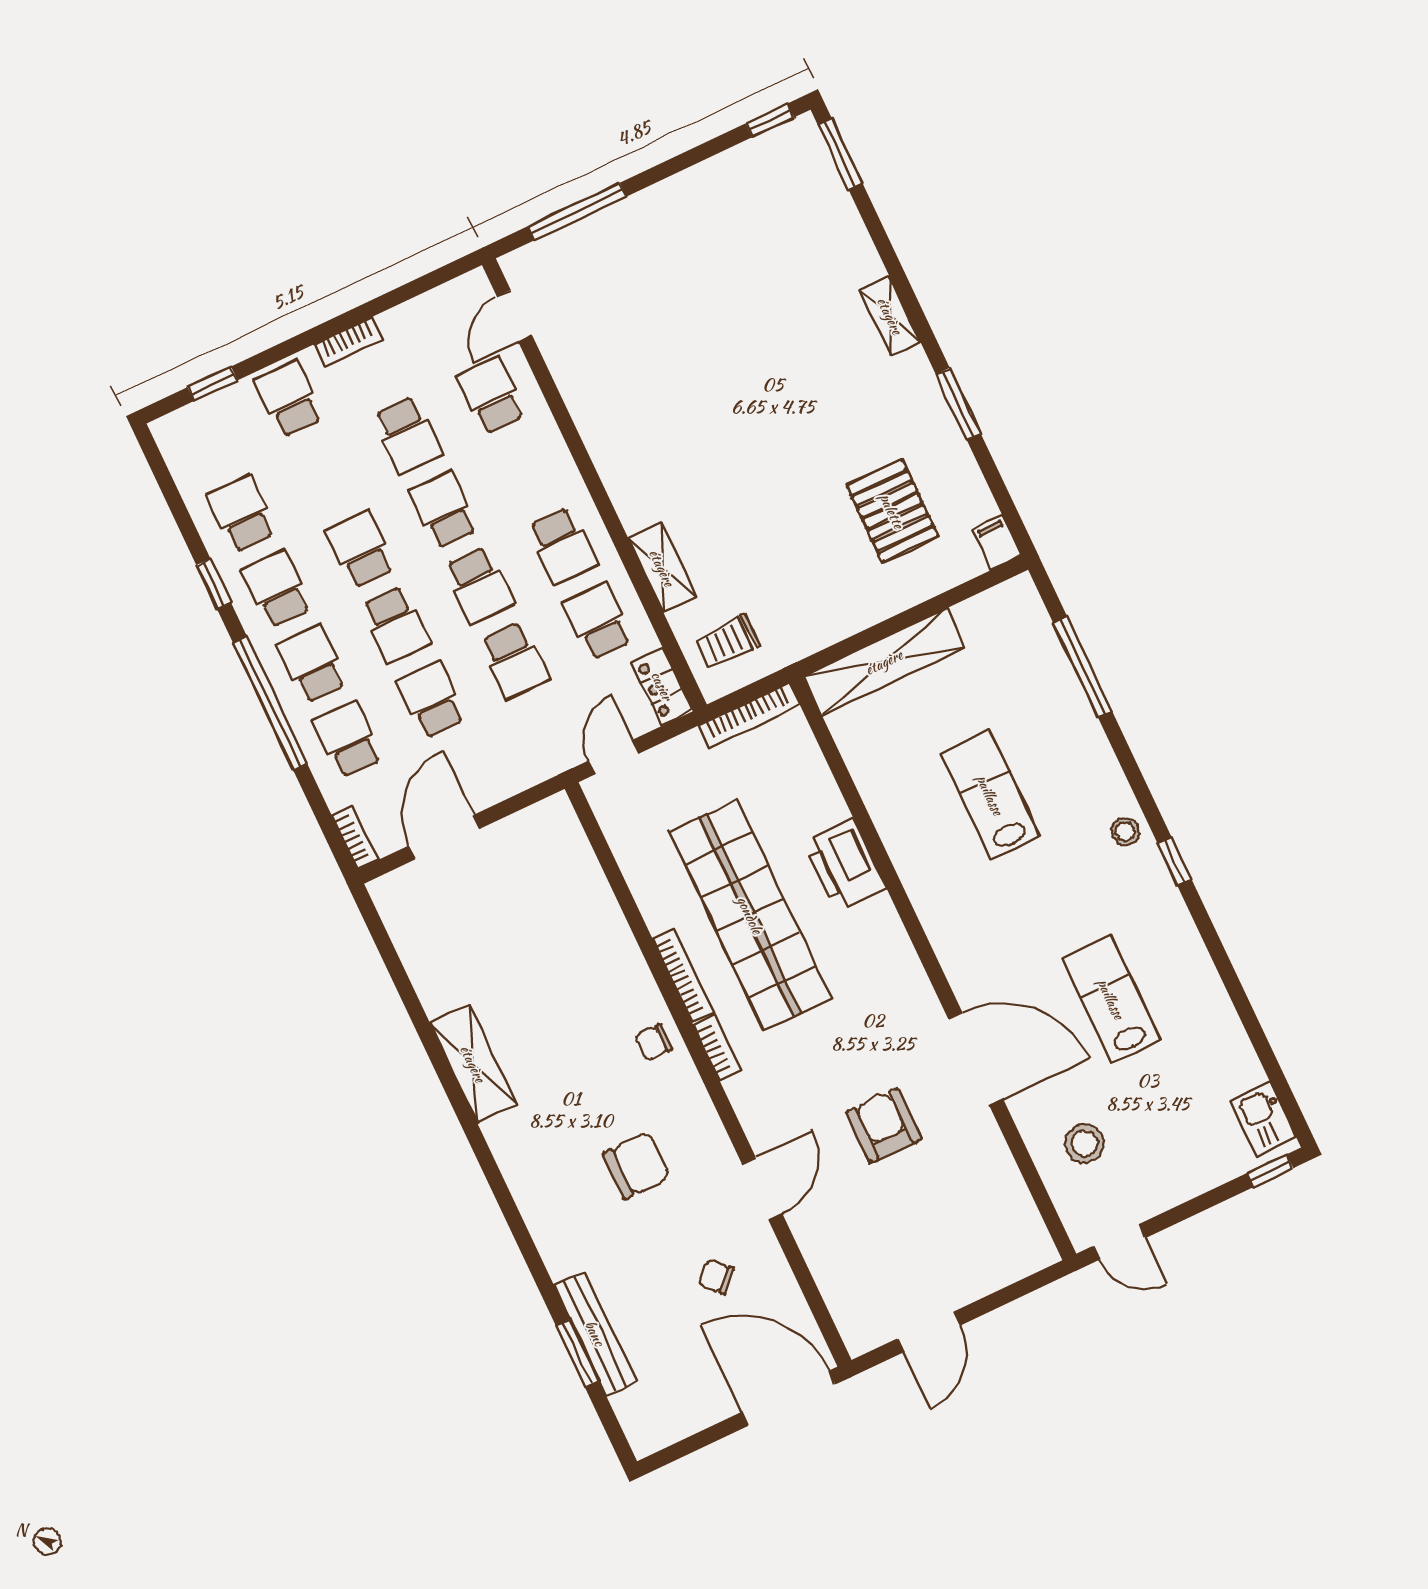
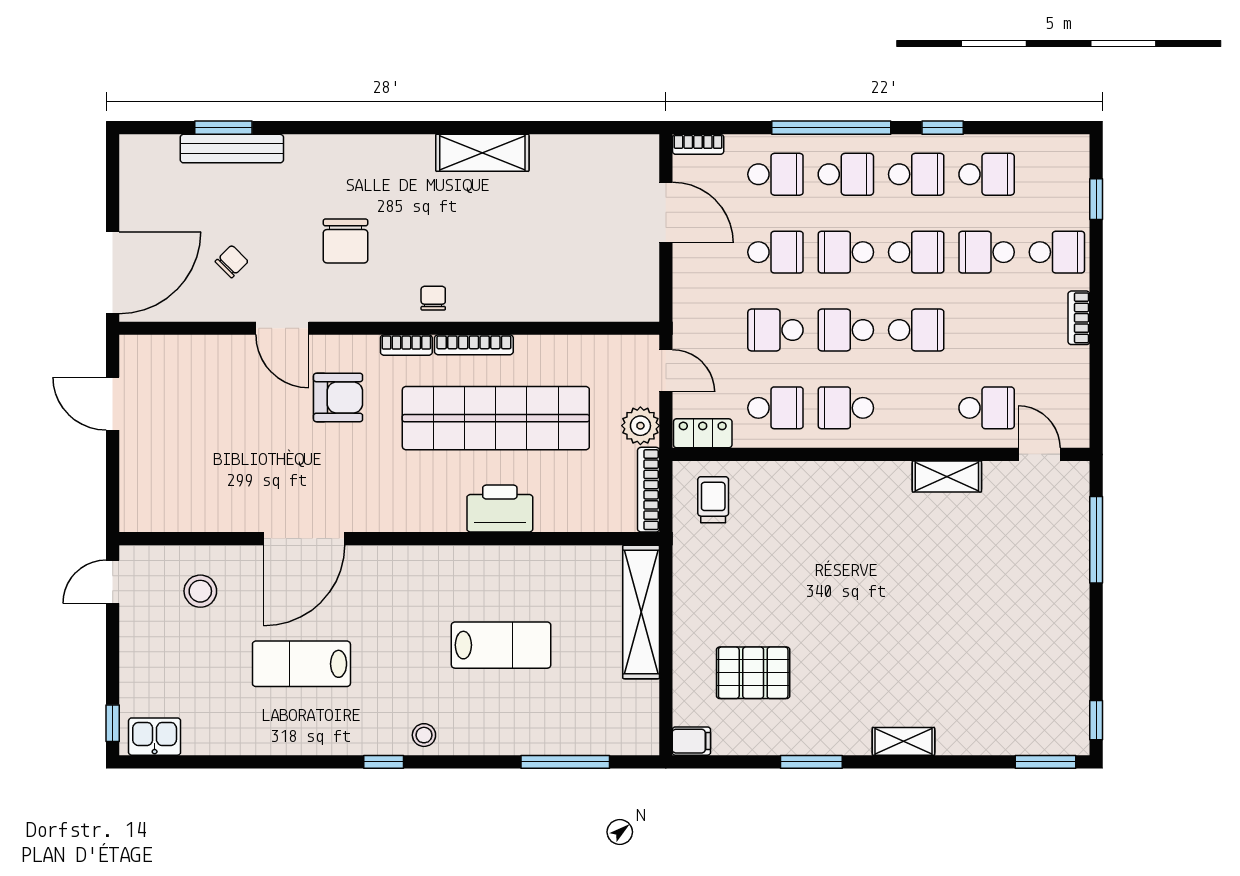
school desk: (408, 435) -> (987, 252), moved
shelving: (662, 568) -> (947, 476), moved
plant: (685, 757) -> (640, 426), added
lab bench: (1111, 999) -> (301, 664), turned 180
armchair: (884, 1125) -> (338, 397), moved

